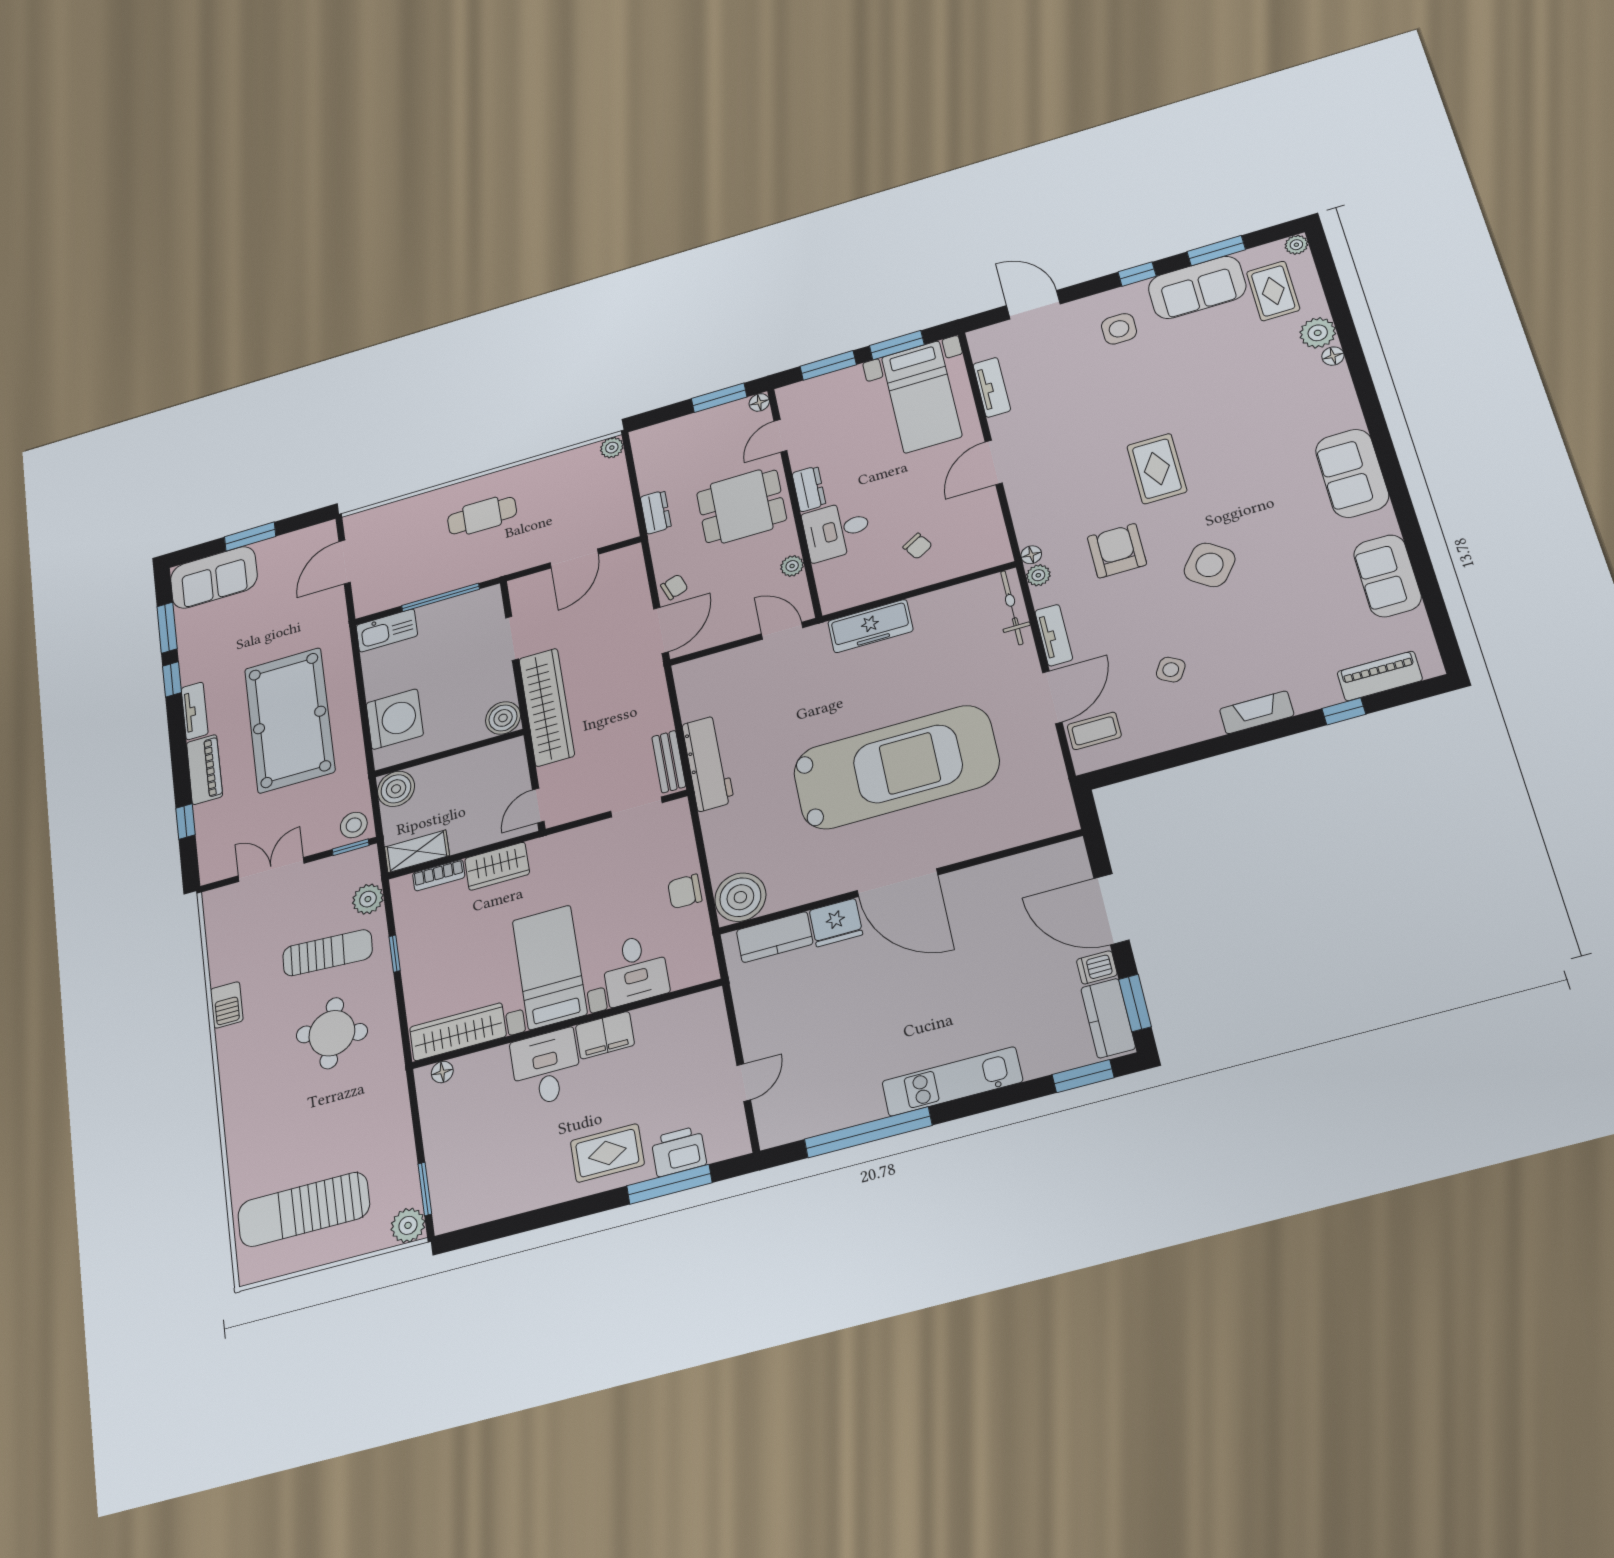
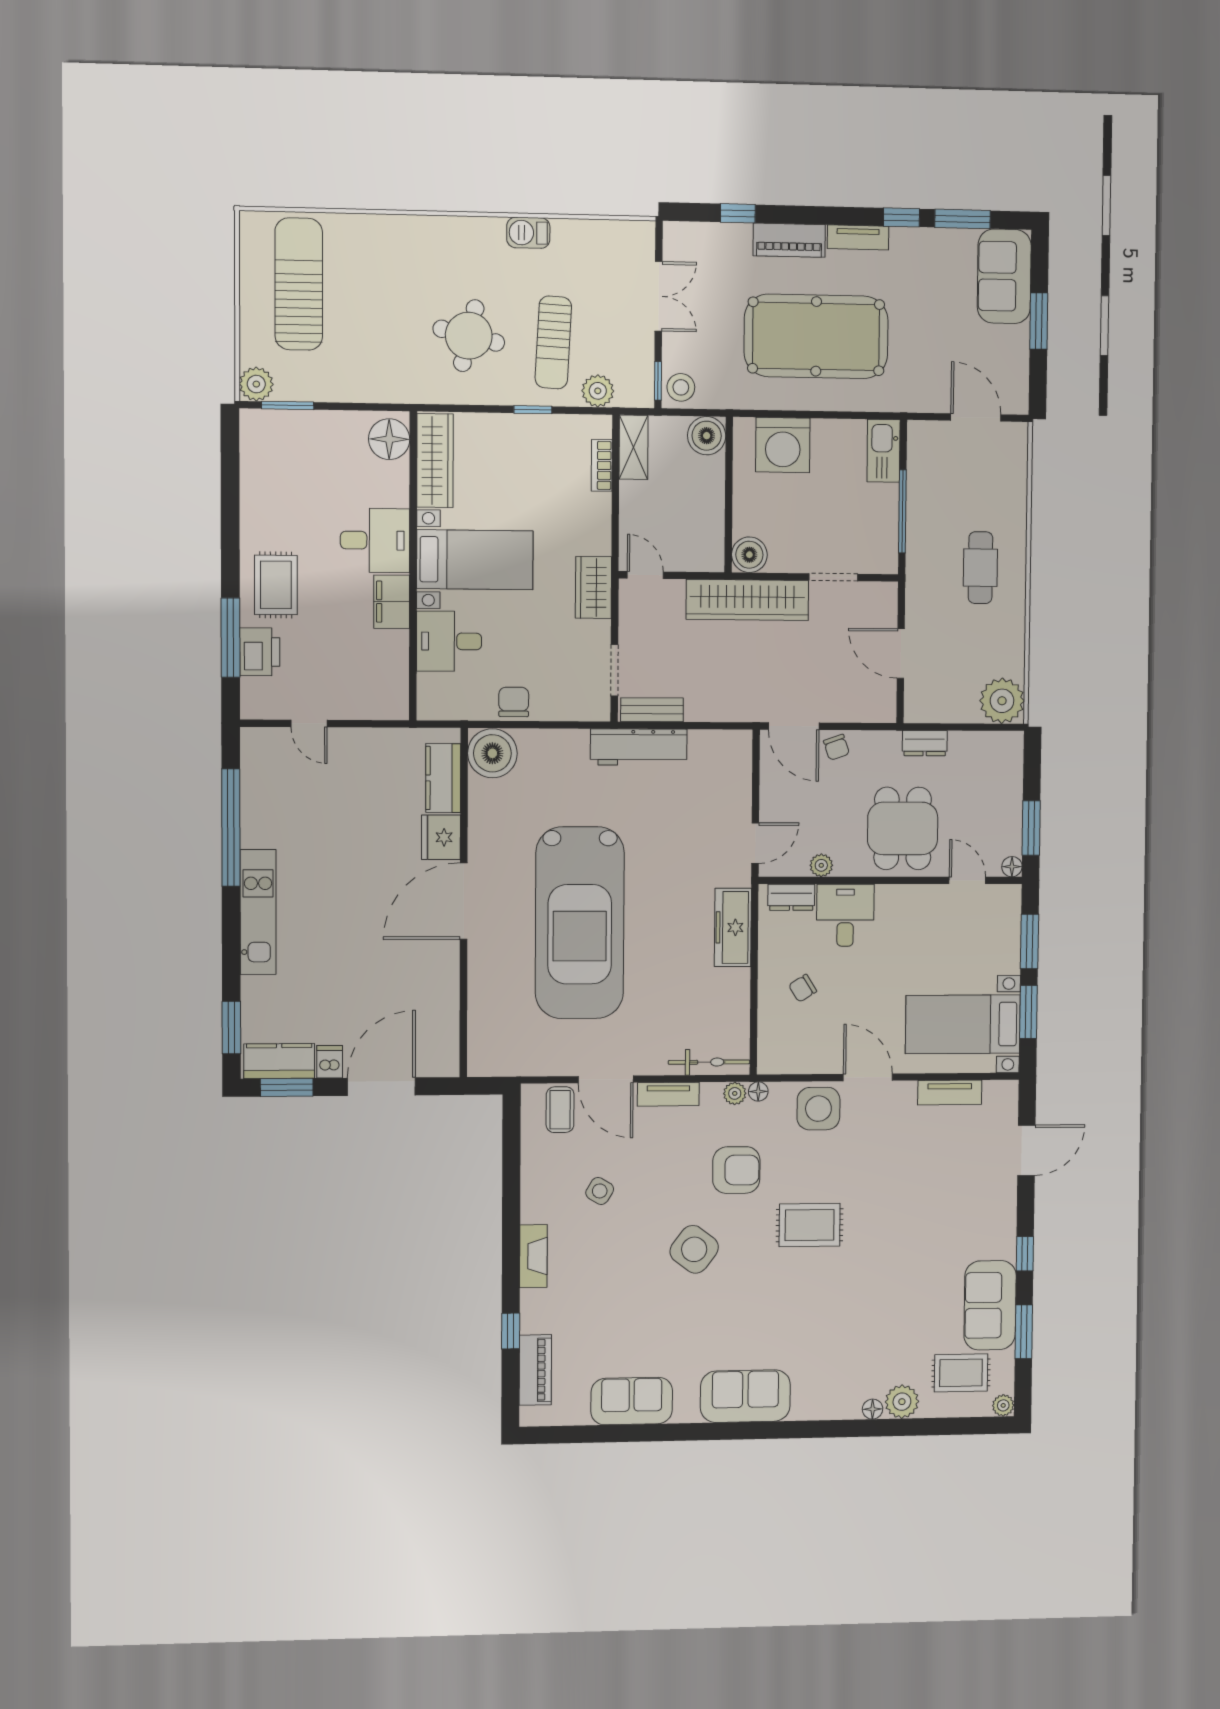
side table: (1119, 329) -> (818, 1109), moved, width x1.37, depth x1.37
plant: (612, 448) -> (1002, 701), width x1.87, depth x1.87
dresser: (809, 489) -> (791, 897), moved
wardrobe: (497, 866) -> (593, 587), moved
floor lamp: (442, 1072) -> (389, 439), width x1.89, depth x1.89

